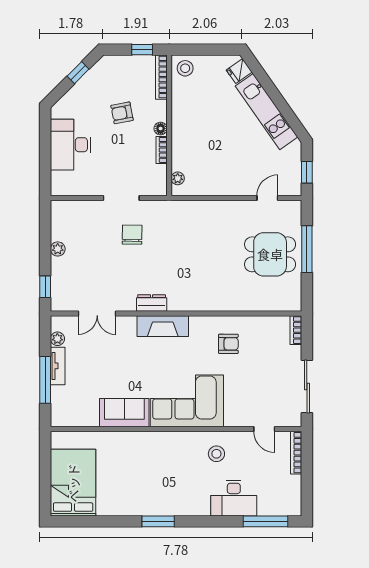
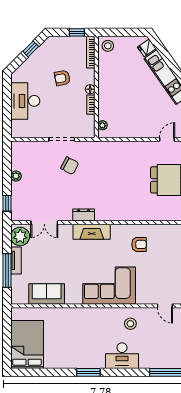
chair: (132, 235) -> (70, 166), turned 117
plant: (57, 339) -> (20, 236), width x1.88, depth x1.88
sofa: (124, 413) -> (47, 294), moved
desk: (234, 498) -> (122, 356), moved

